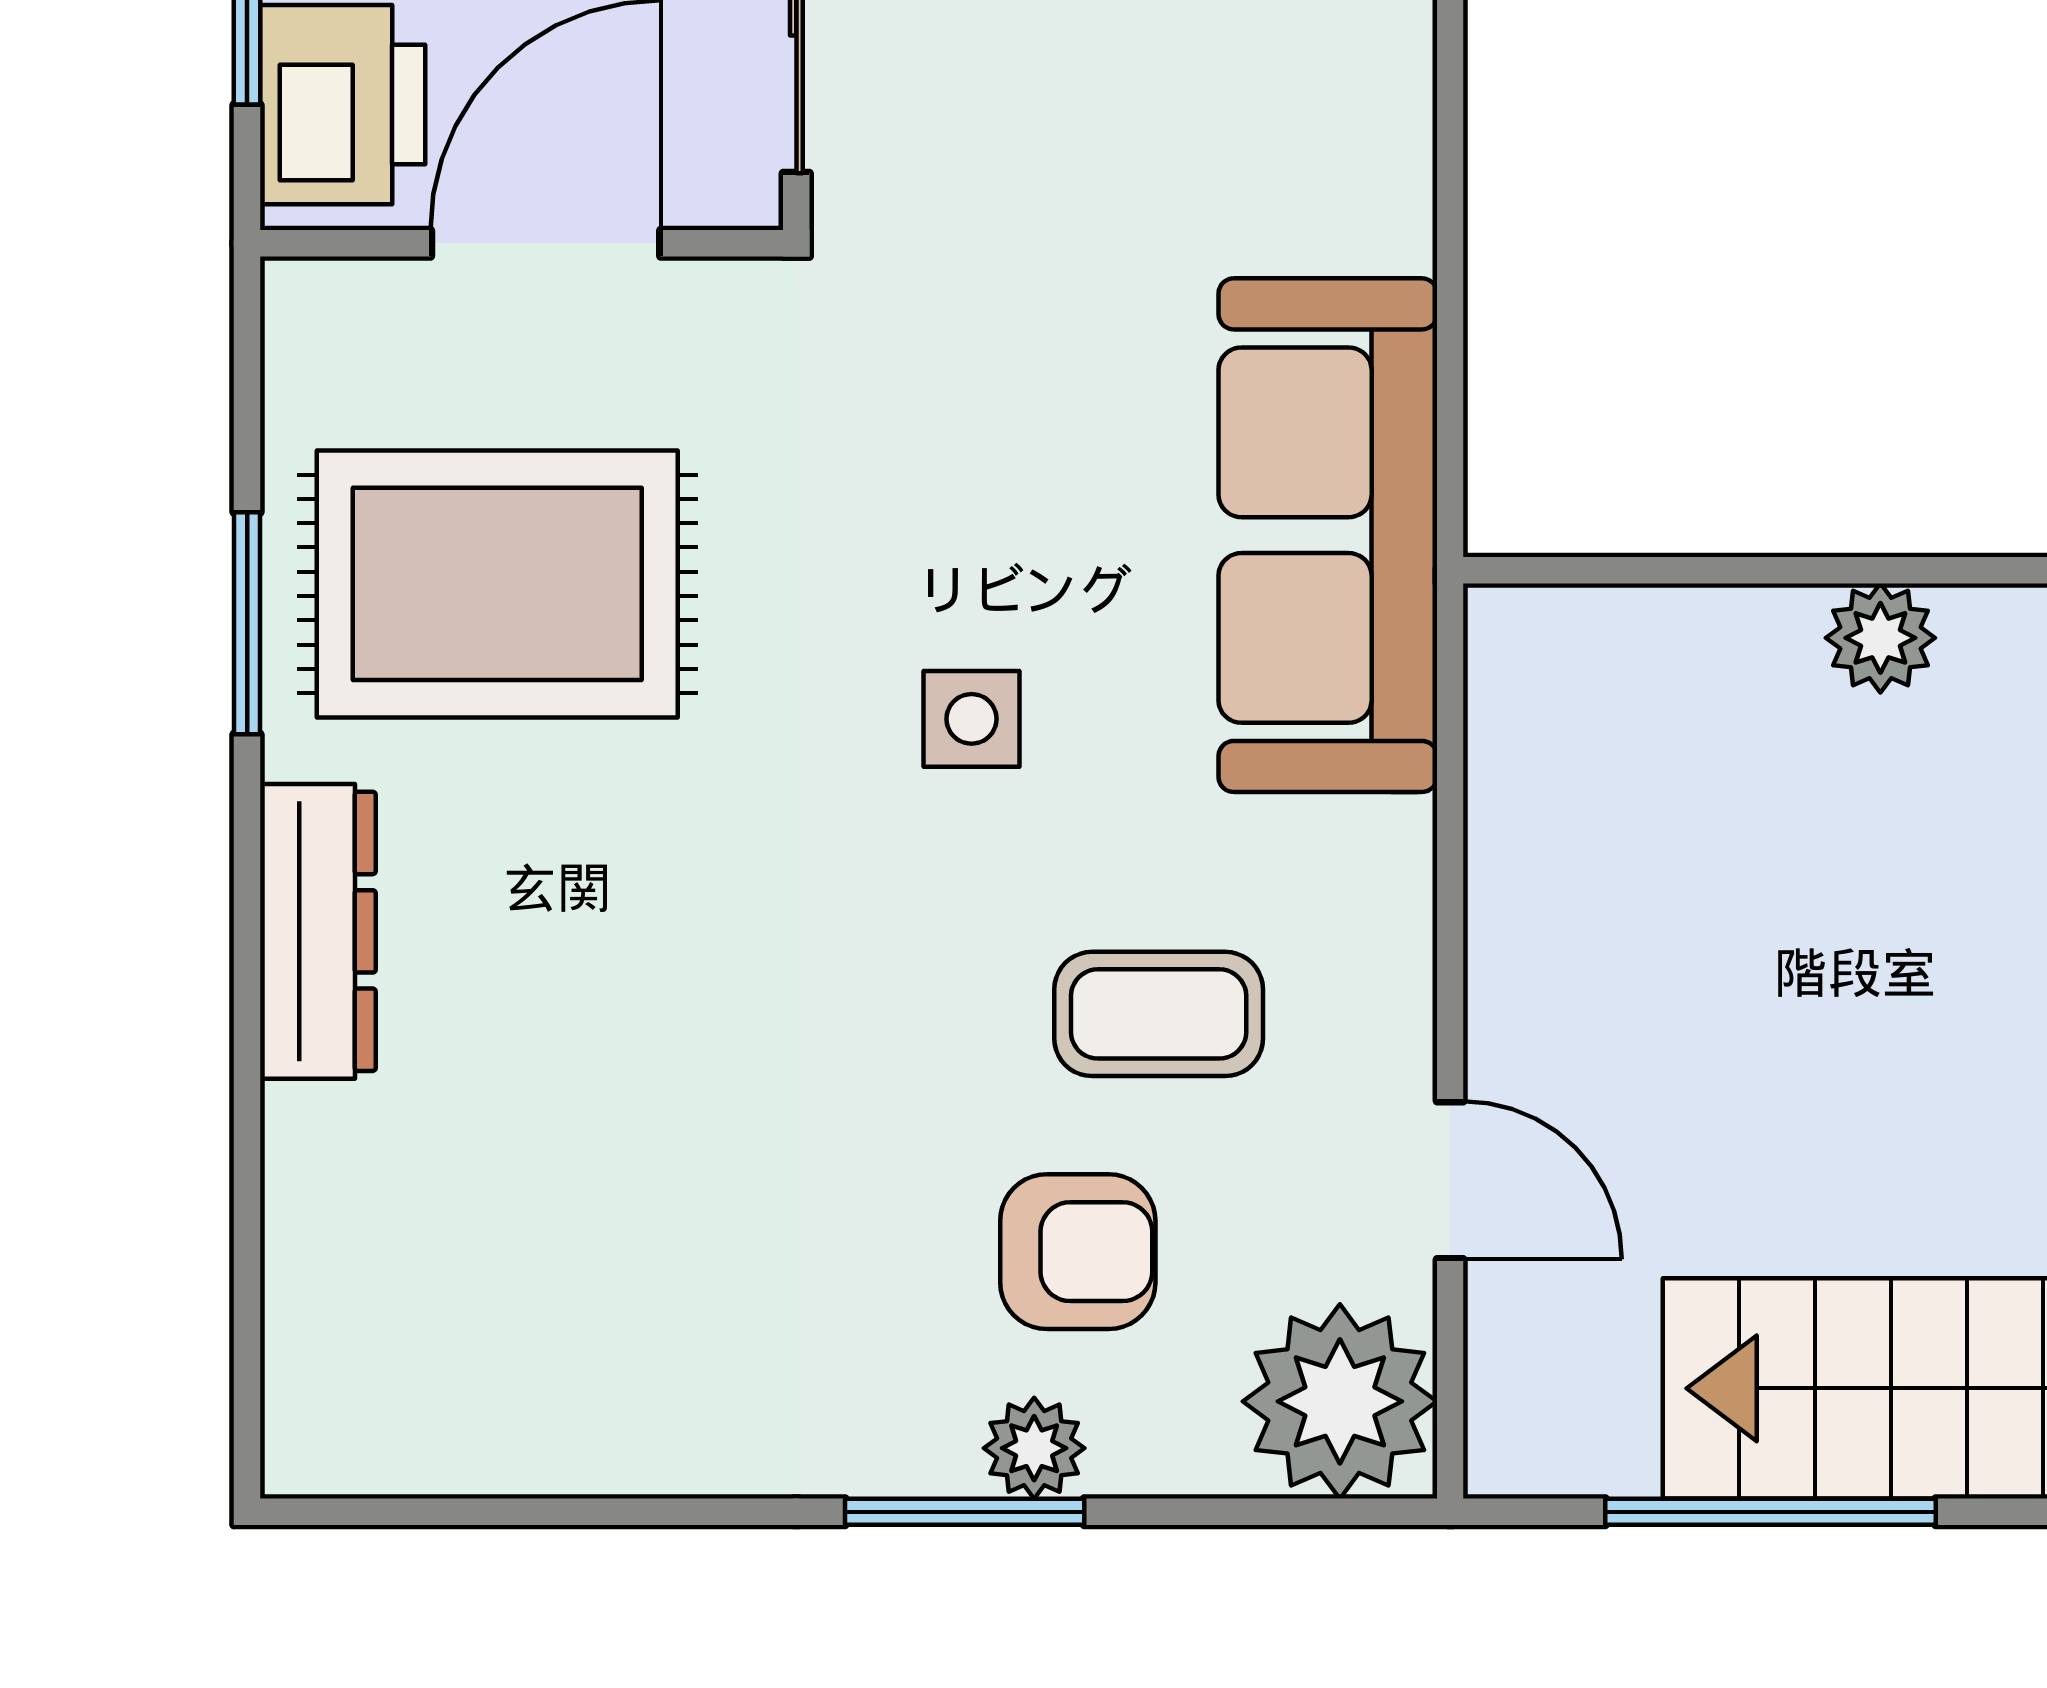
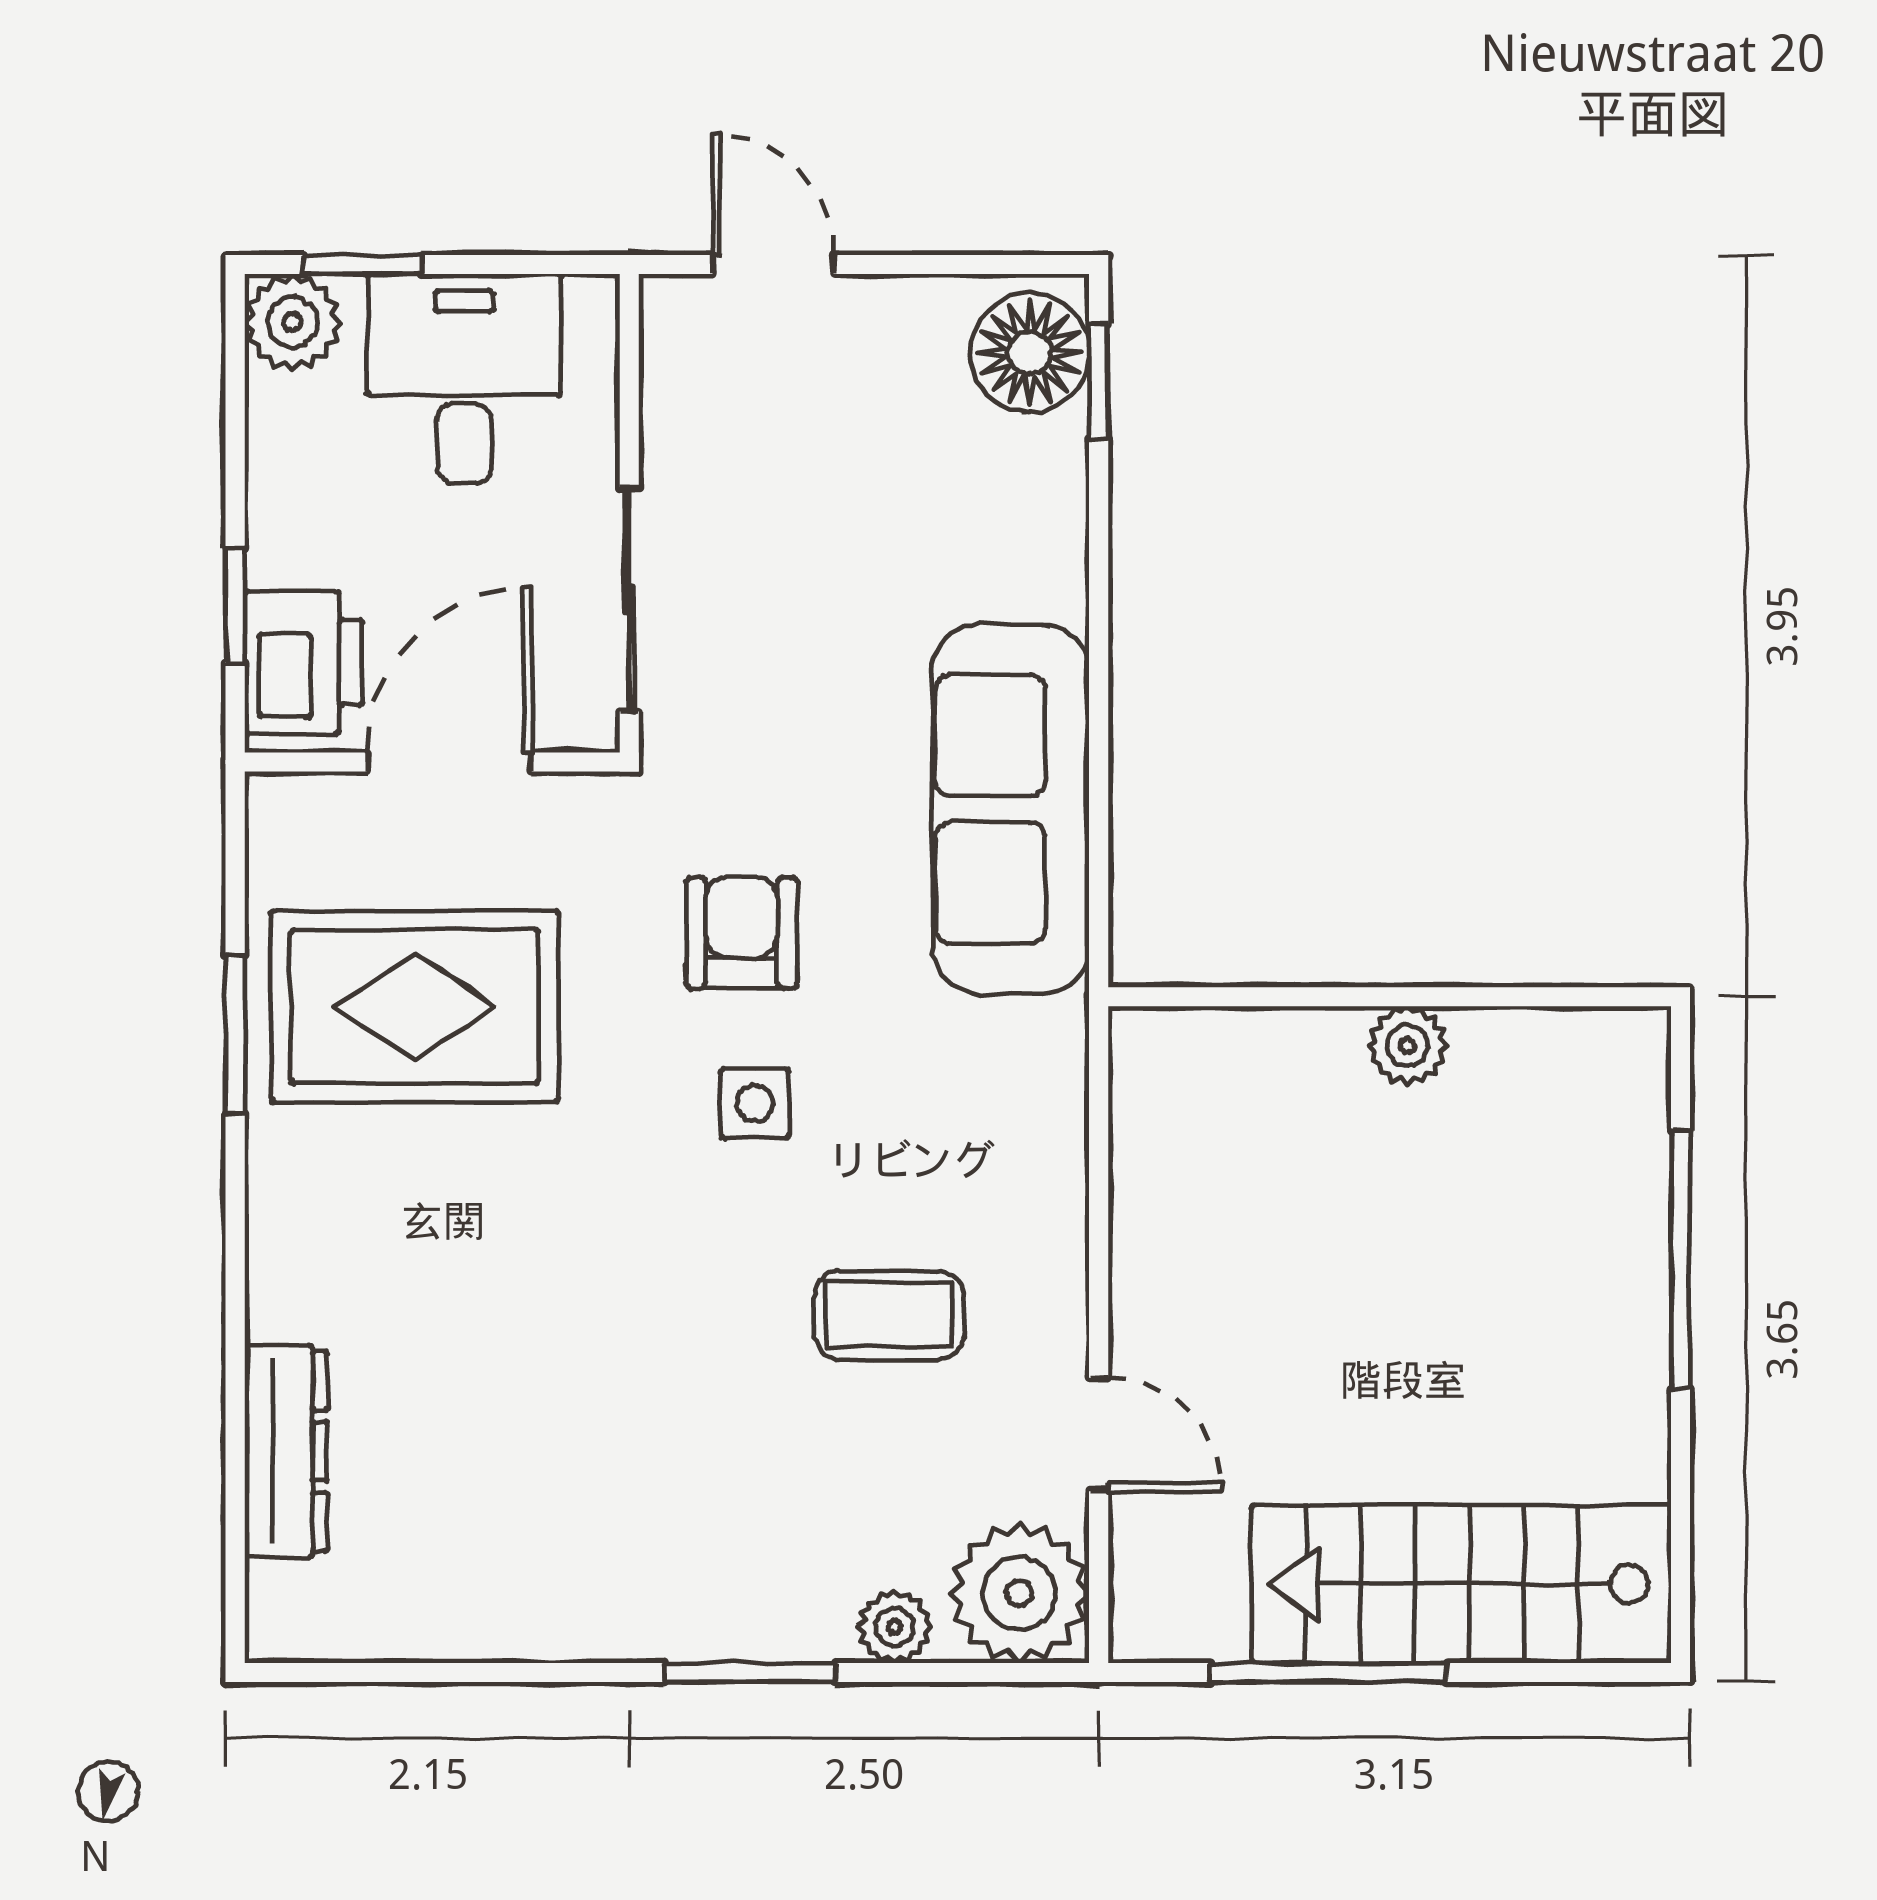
sofa: (1328, 535) -> (1011, 809), moved
dresser: (318, 931) -> (286, 1451), moved
armchair: (1078, 1252) -> (742, 933), moved, turned -90
plant: (1034, 1448) -> (894, 1627), moved

